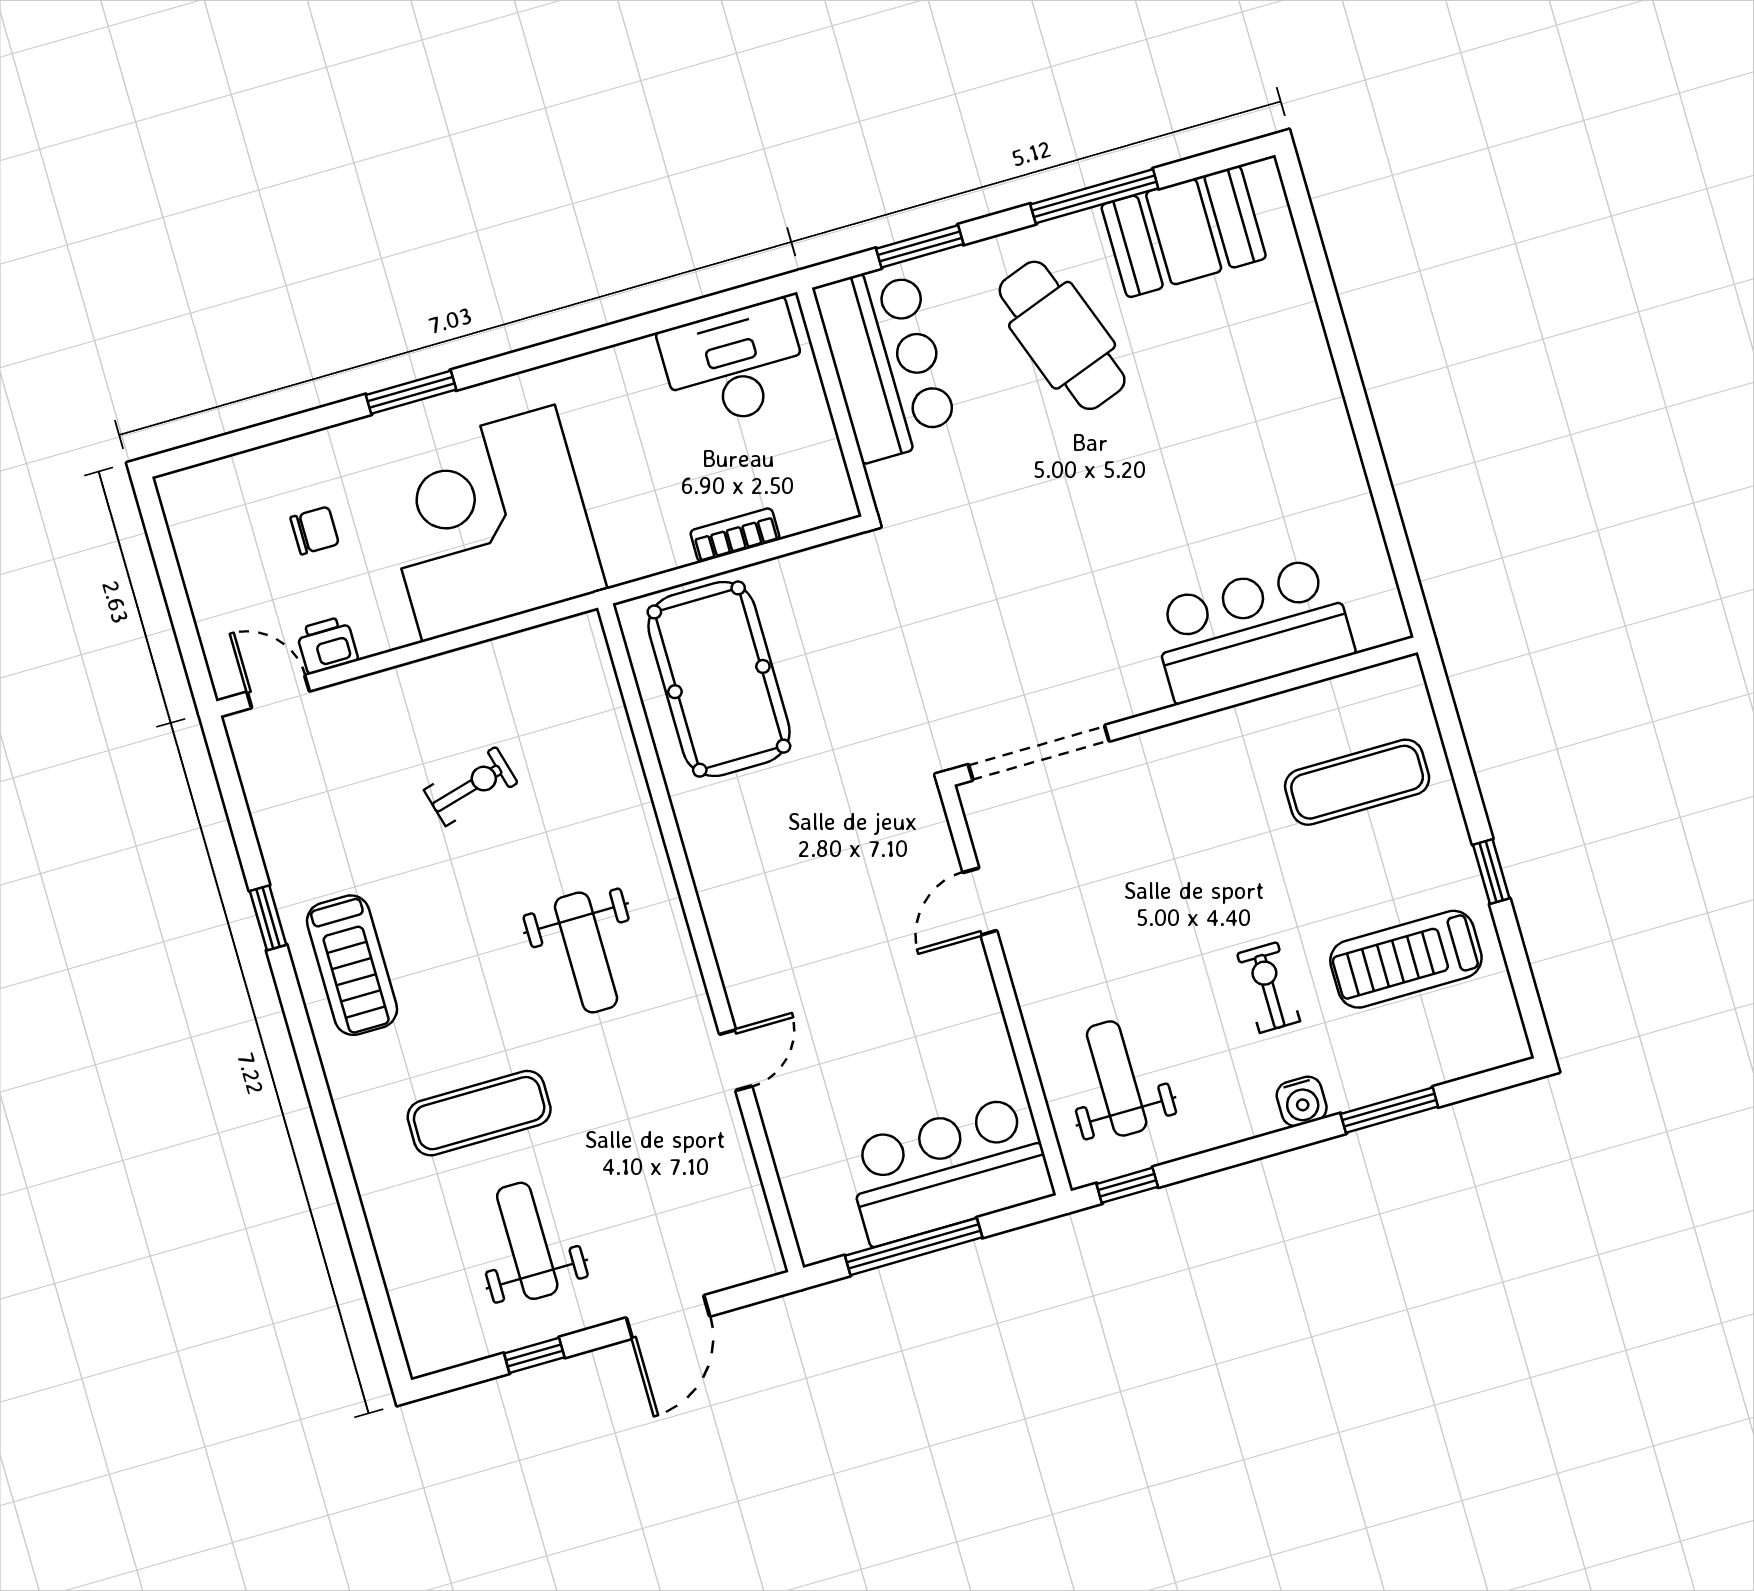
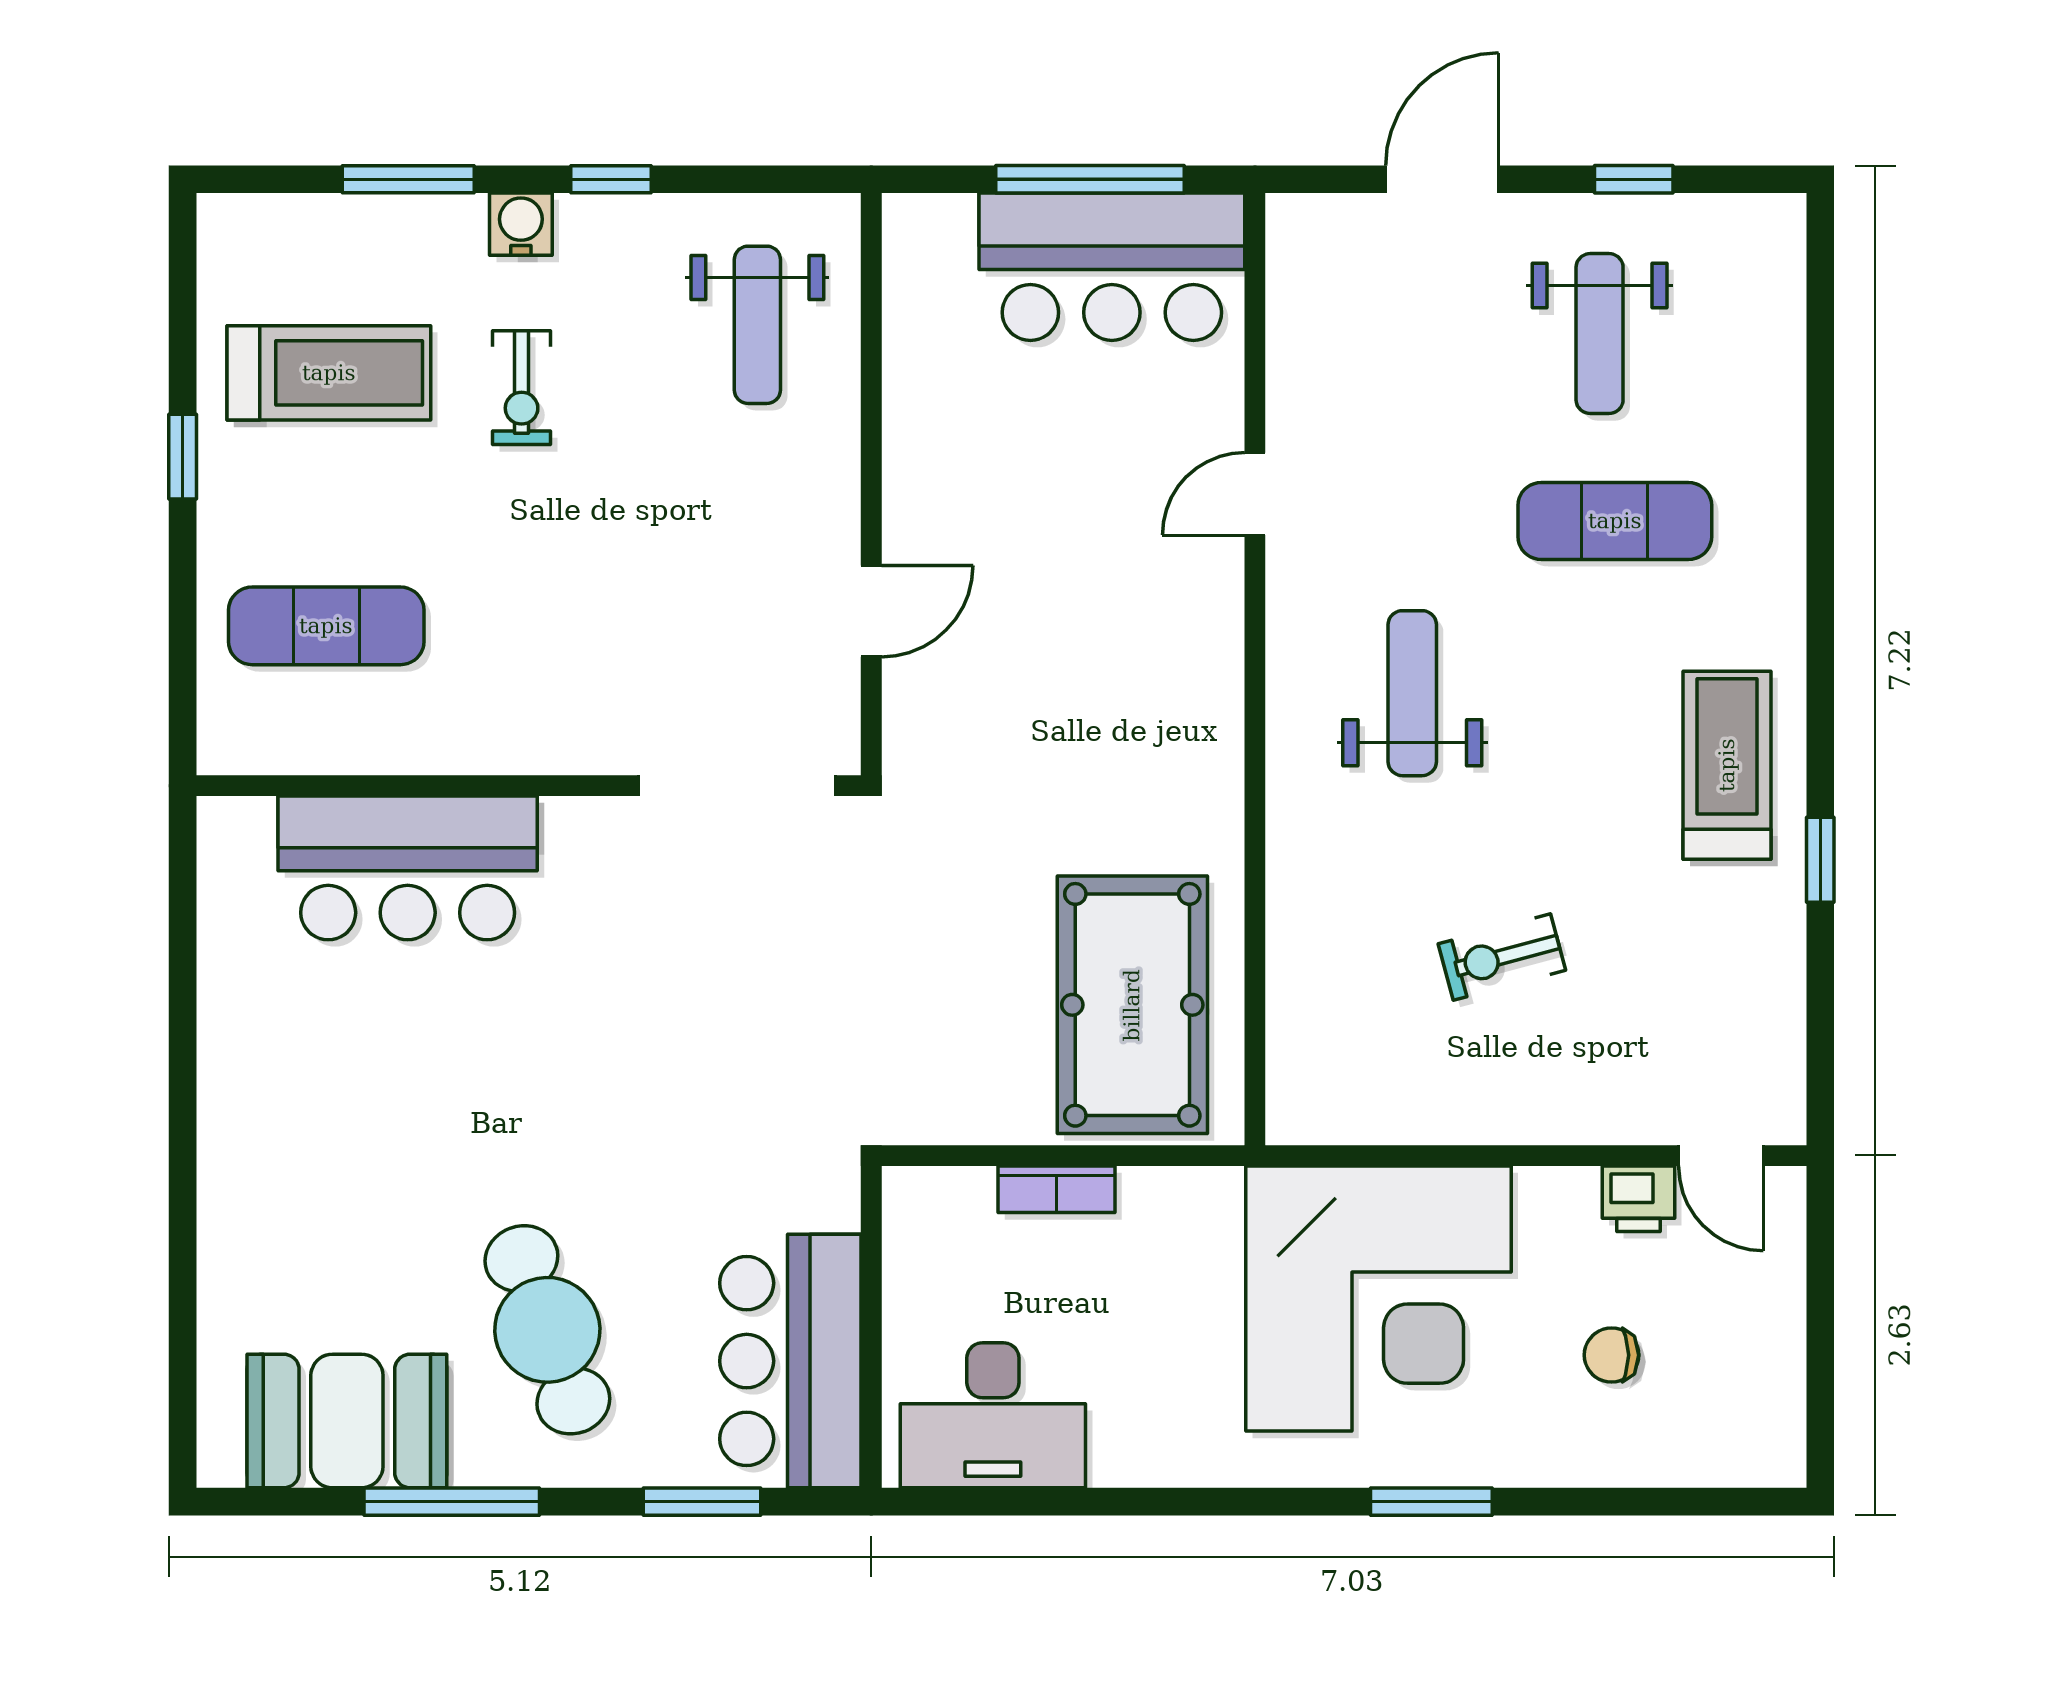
bar counter: (949, 1170) -> (1112, 267), moved
window: (1127, 1185) -> (611, 179), moved

